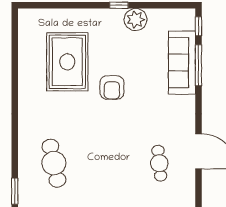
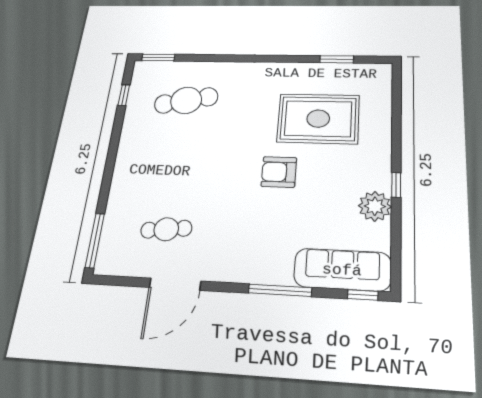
window: (15, 50) -> (337, 59), added
sofa: (182, 63) -> (342, 270), moved
window: (198, 65) -> (280, 290), moved

